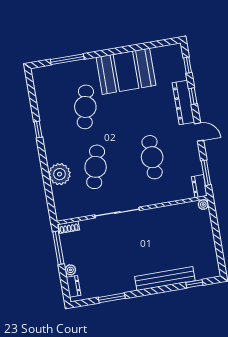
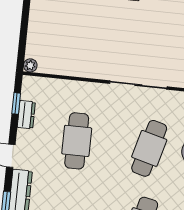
window: (206, 173) -> (16, 103), width x0.67
dresser: (199, 186) -> (26, 115), moved

